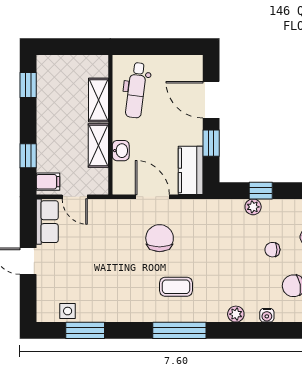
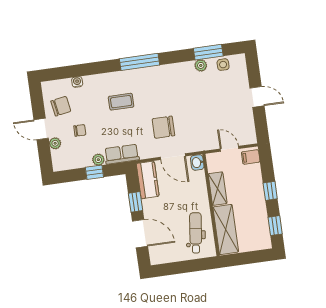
shelving: (98, 100) -> (226, 230), width x1.50, depth x1.33
washbasin: (121, 151) -> (197, 162), moved
window: (28, 156) -> (270, 191), moved
row of seats: (47, 222) -> (122, 154), moved, turned 90
chair: (160, 238) -> (163, 127), turned 90
coffee table: (176, 287) -> (121, 102), moved
plant: (236, 314) -> (201, 65), moved

